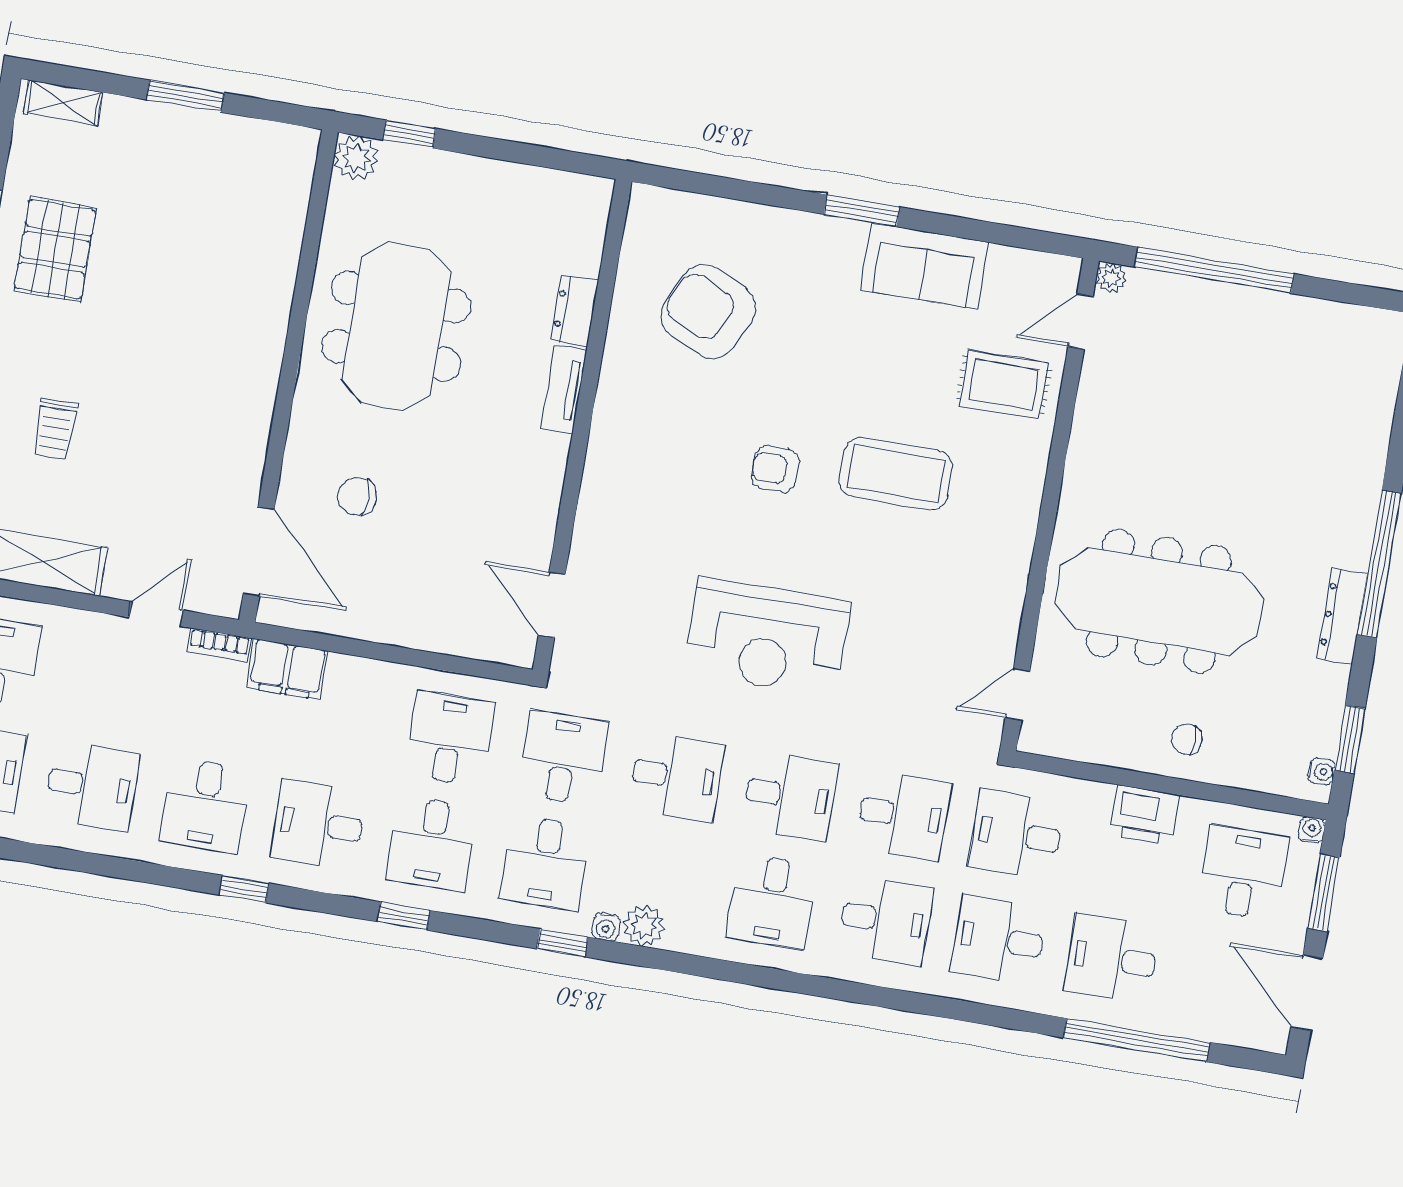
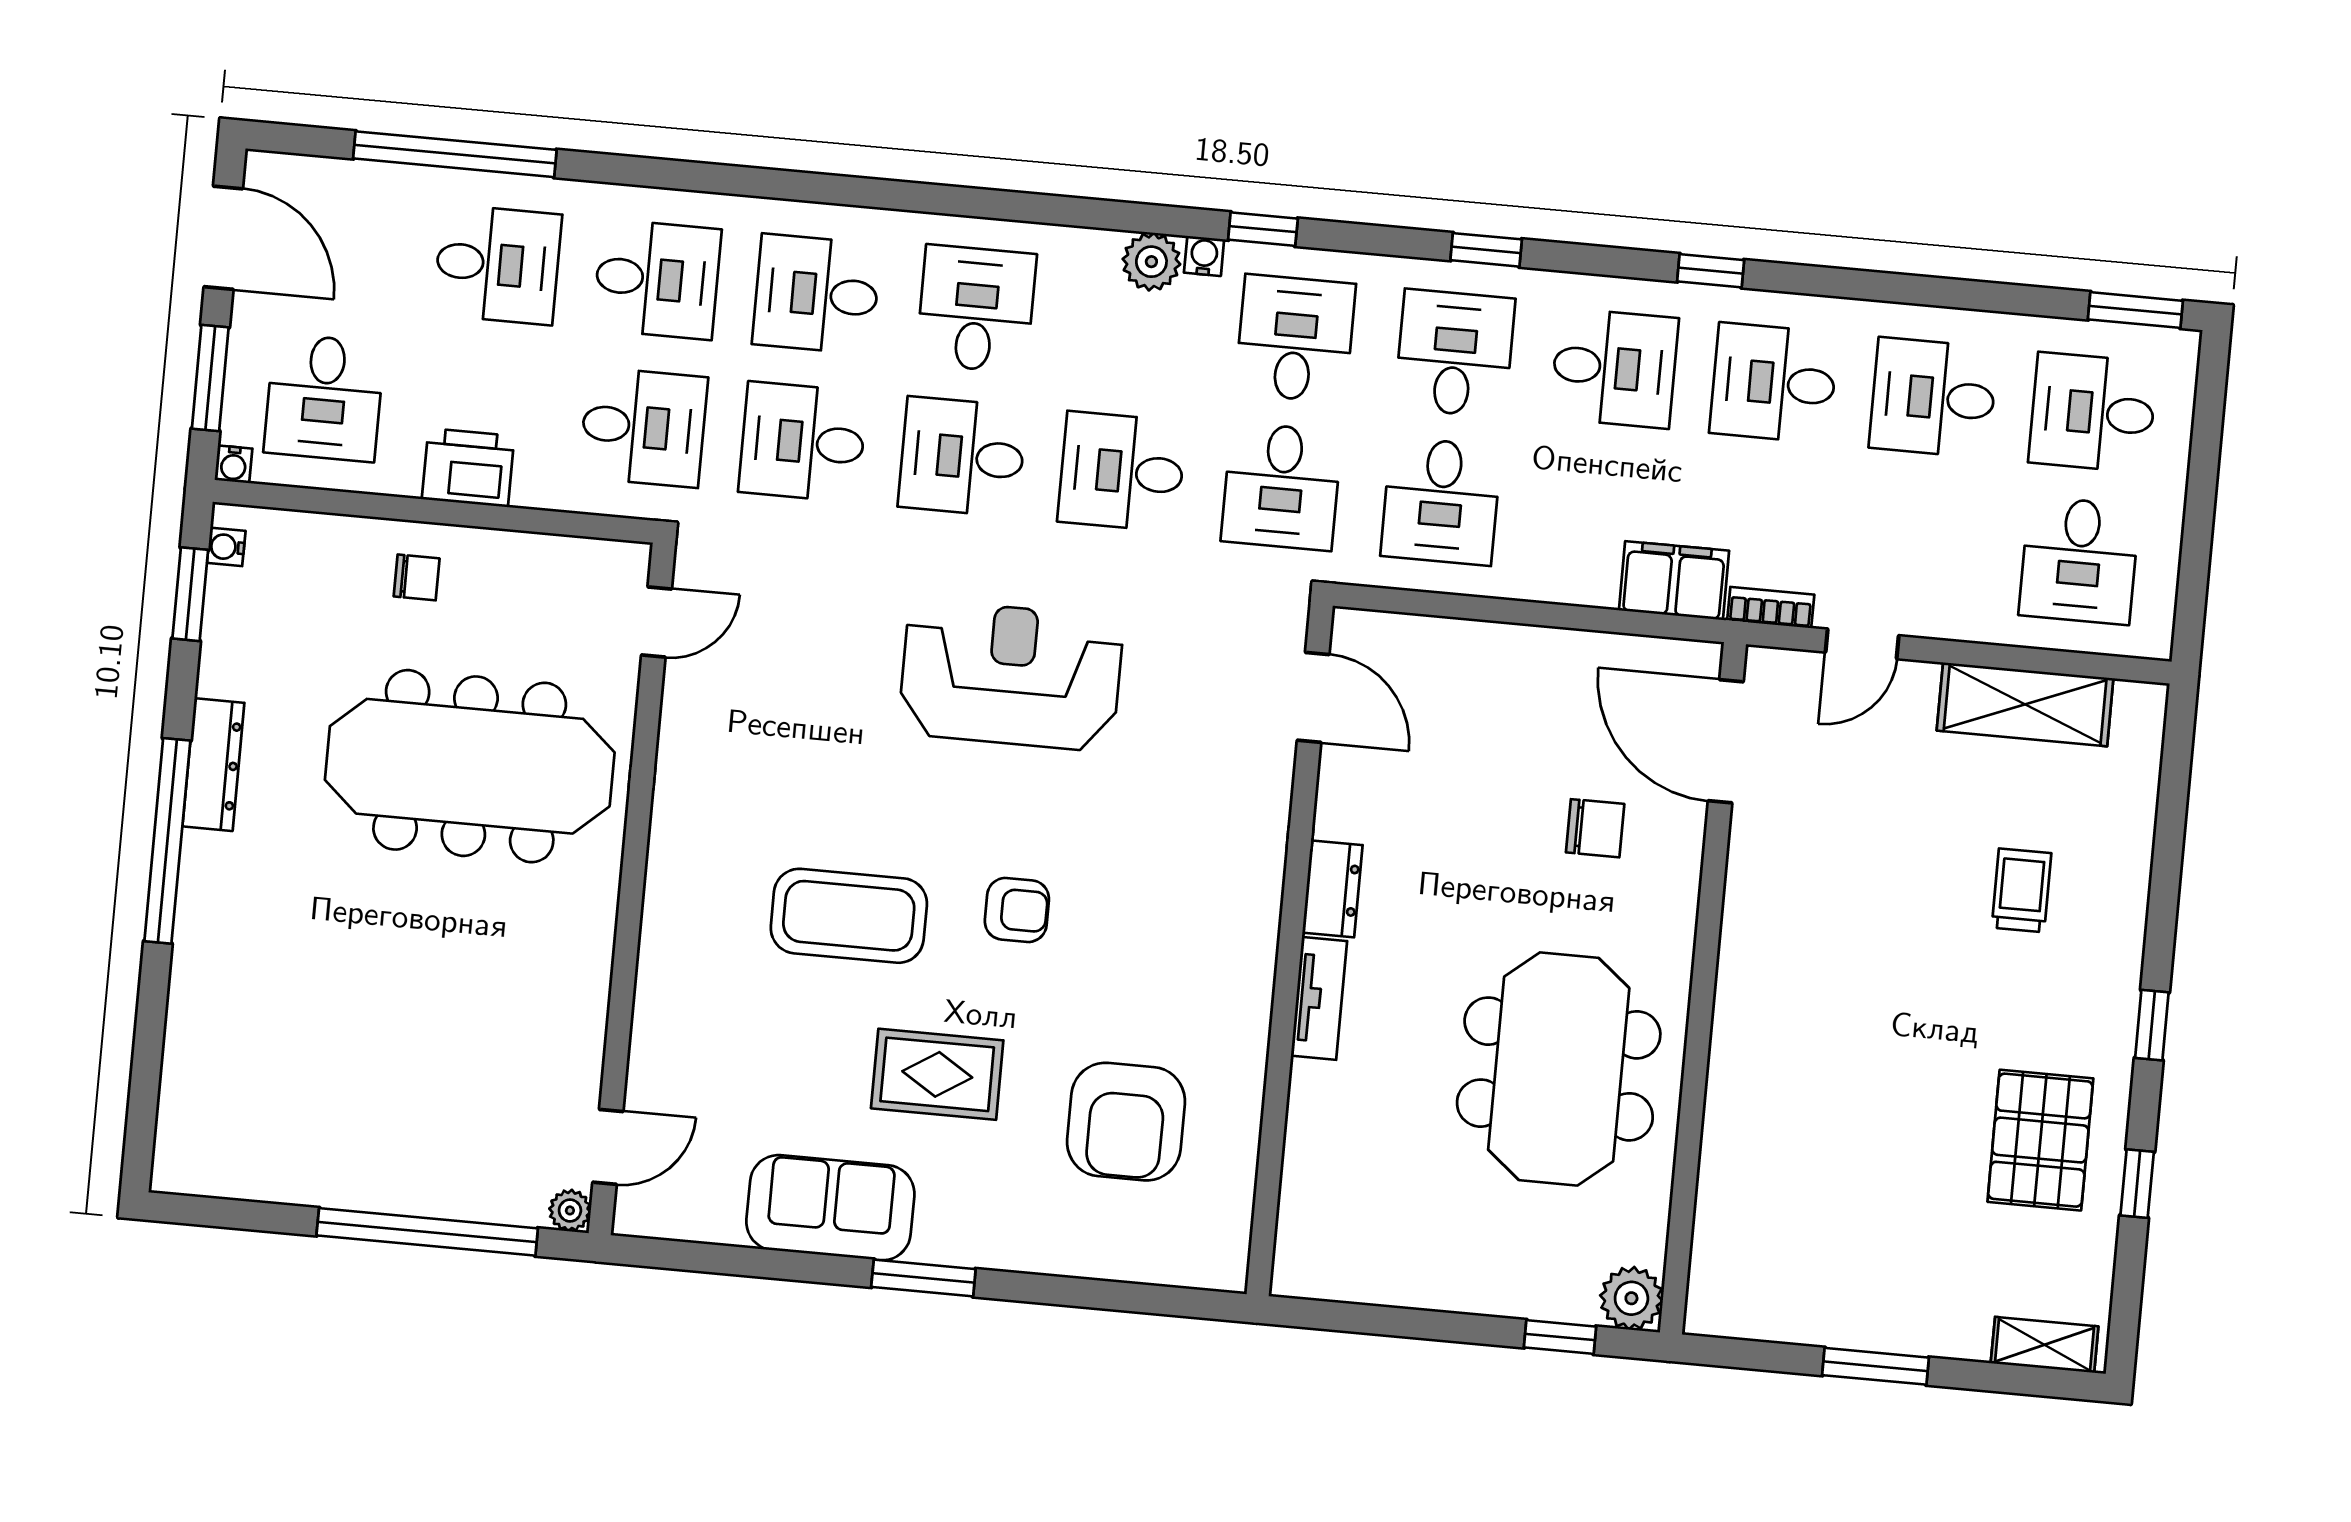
dresser: (575, 311) -> (1332, 889), moved
armchair: (708, 312) -> (1126, 1122), turned 65
rug: (1004, 385) -> (937, 1074), moved
desk: (205, 805) -> (1774, 383), turned -90

